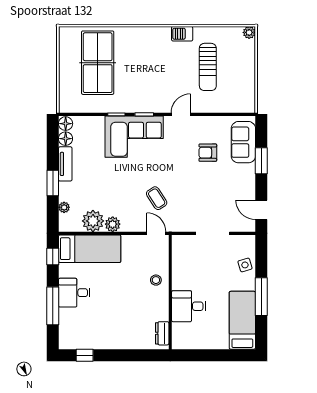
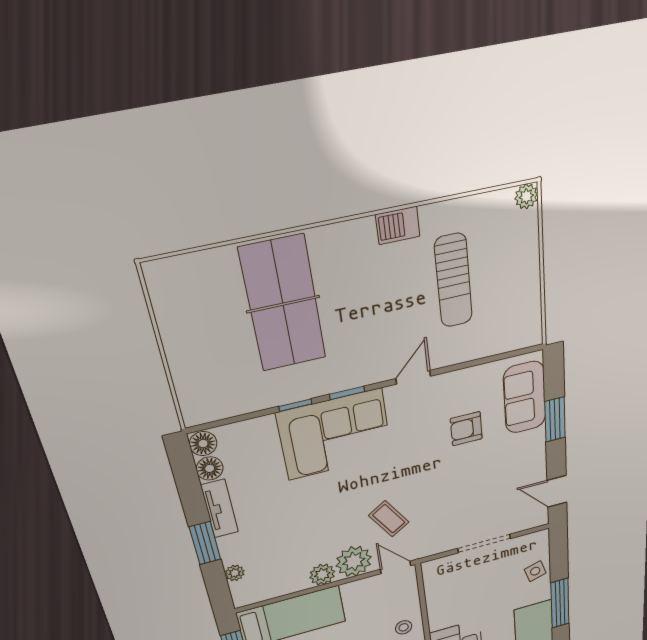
table tennis table: (98, 63) -> (283, 304), moved
plant: (93, 221) -> (354, 561), moved

